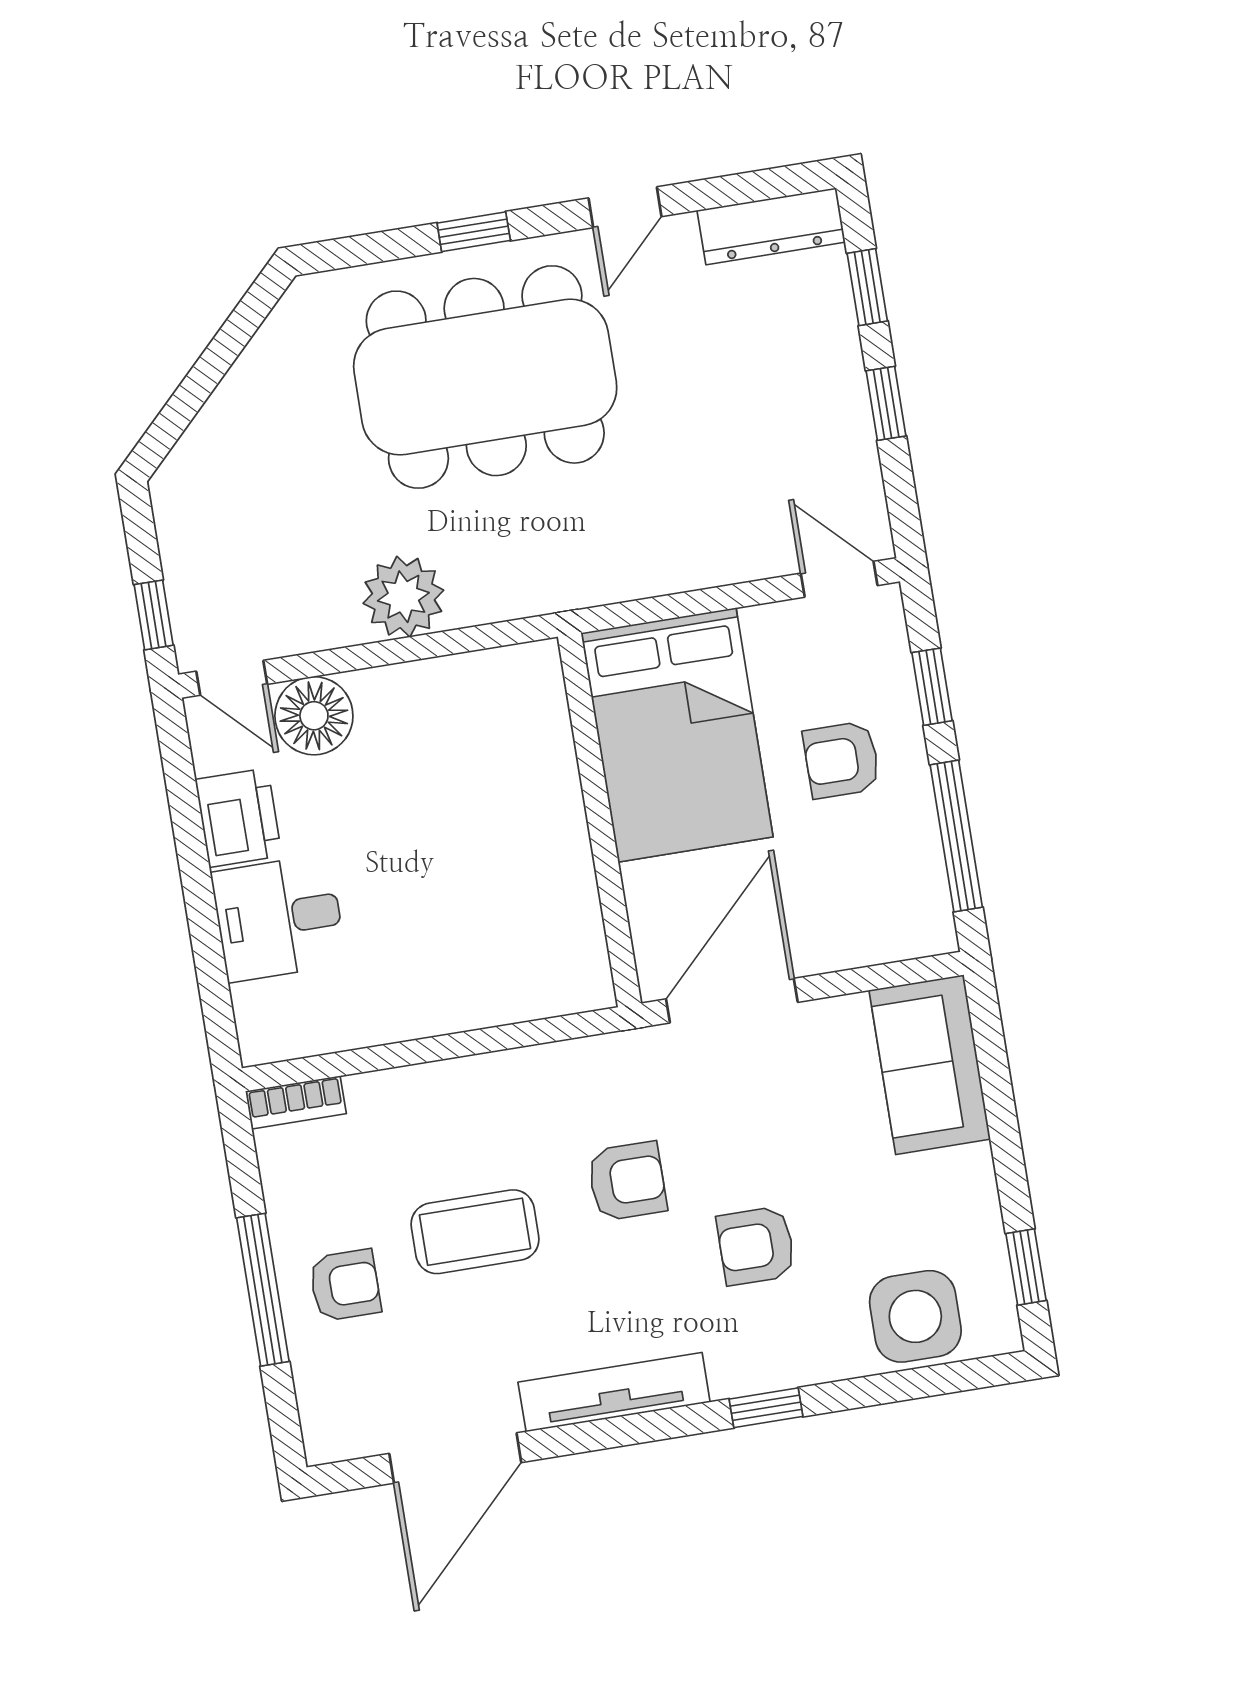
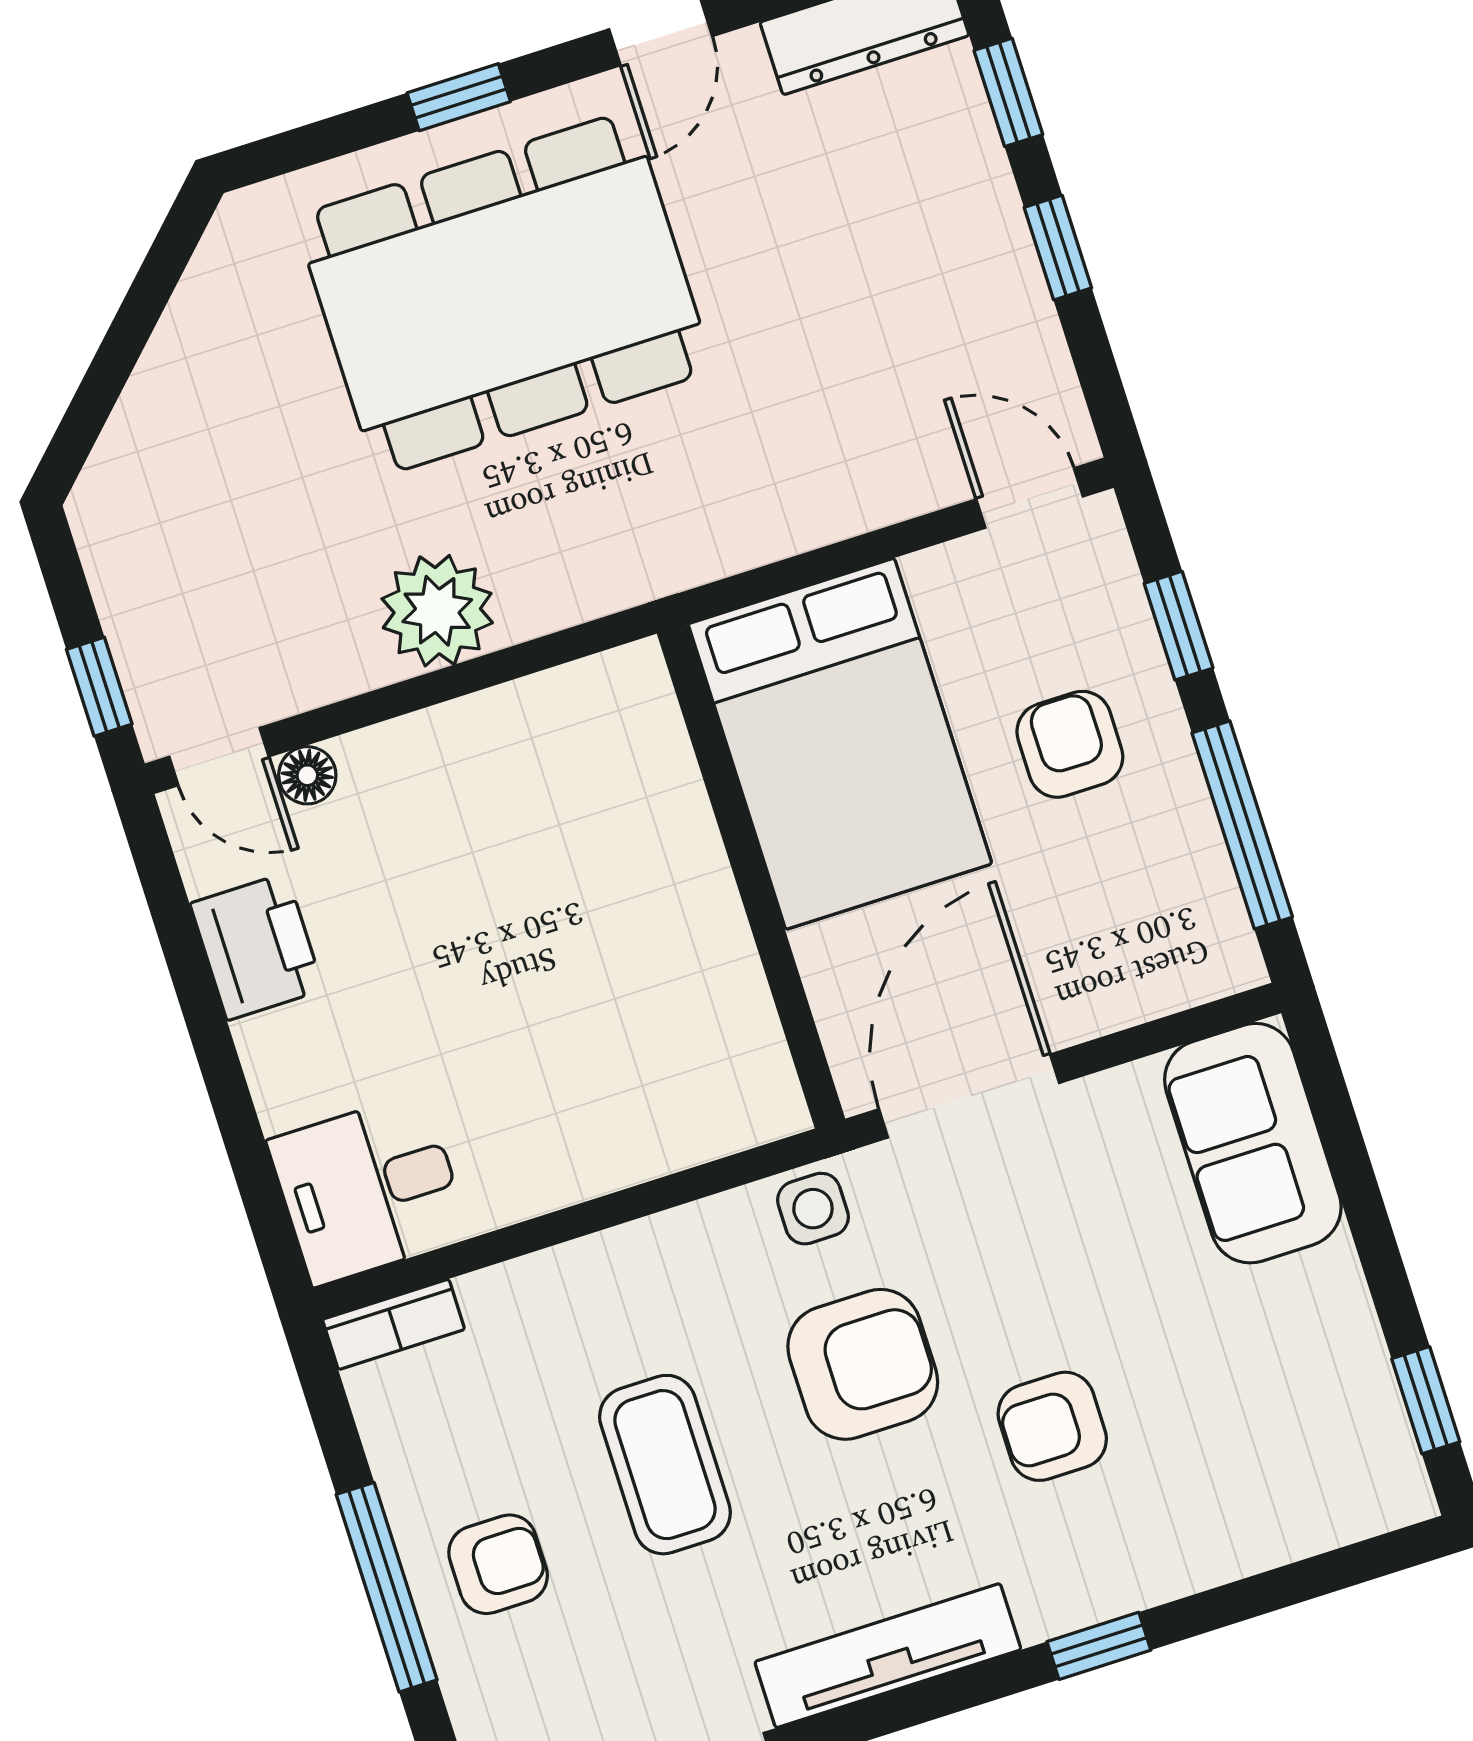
floor lamp: (314, 716) -> (307, 775), width x0.53, depth x0.53
armchair: (842, 760) -> (1070, 744), turned 90
desk: (279, 918) -> (369, 1189), moved
armchair: (627, 1181) -> (863, 1364), width x1.38, depth x1.38
coffee table: (475, 1232) -> (665, 1465), turned 90
side table: (915, 1316) -> (813, 1209), moved, width x0.54, depth x0.54

